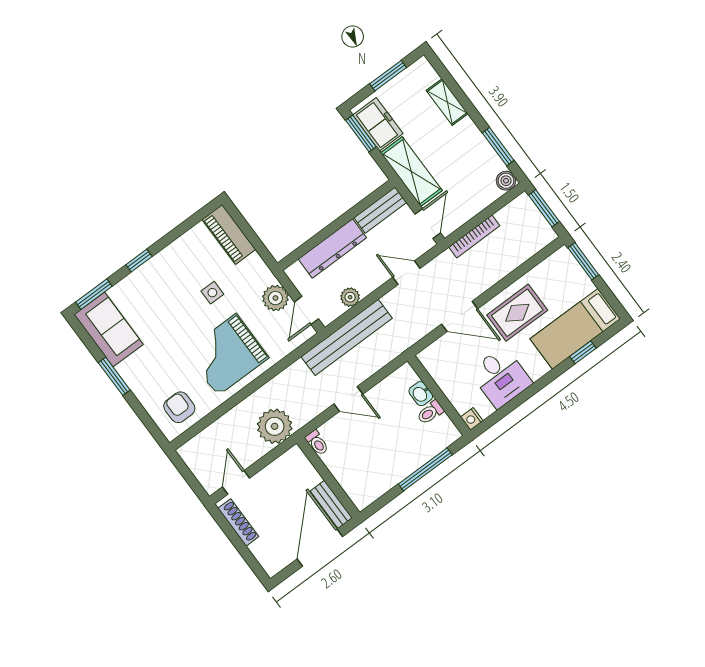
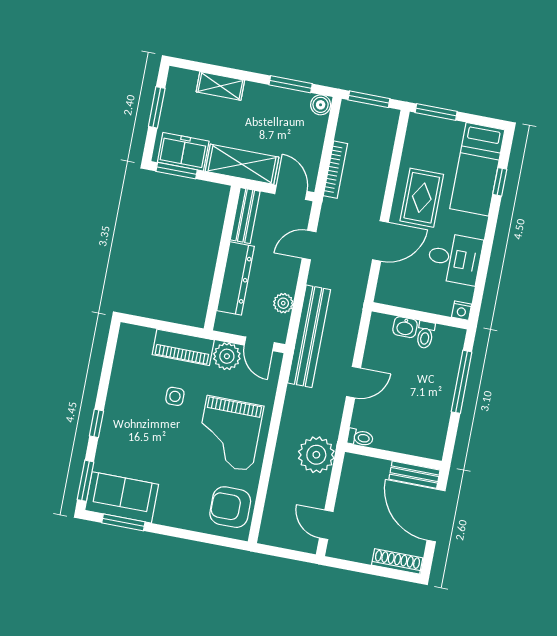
piano: (229, 234) -> (183, 347), moved
window: (114, 376) -> (123, 522), moved
armchair: (179, 407) -> (230, 507), width x1.38, depth x1.38
shoe rack: (238, 522) -> (397, 561), moved

